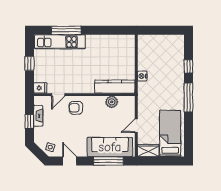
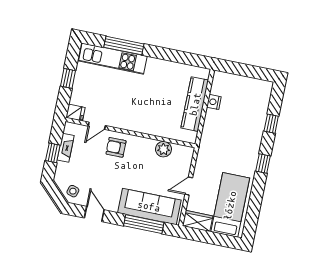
nightstand: (142, 76) -> (214, 102), moved
kitchen counter: (115, 87) -> (195, 104), moved, turned -90
window: (188, 98) -> (263, 164), width x0.46

